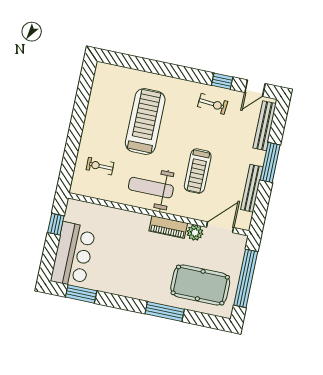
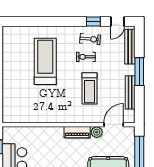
exercise bike: (100, 166) -> (86, 57), moved
weight bench: (151, 188) -> (59, 107), removed

